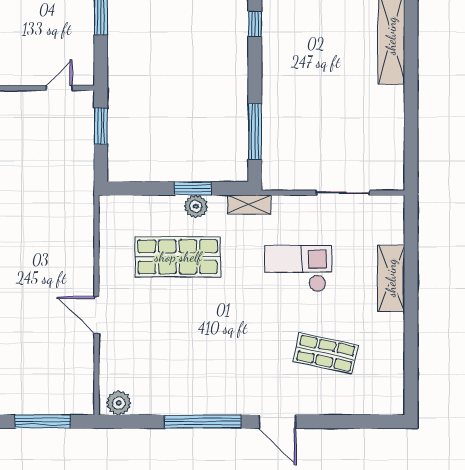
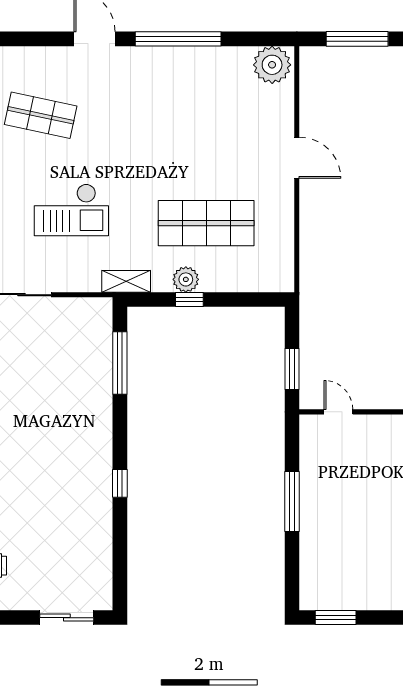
door: (59, 88) -> (338, 412), swing flipped
window: (193, 188) -> (189, 299), width x0.67
plant: (119, 403) -> (272, 65), width x1.36, depth x1.36

